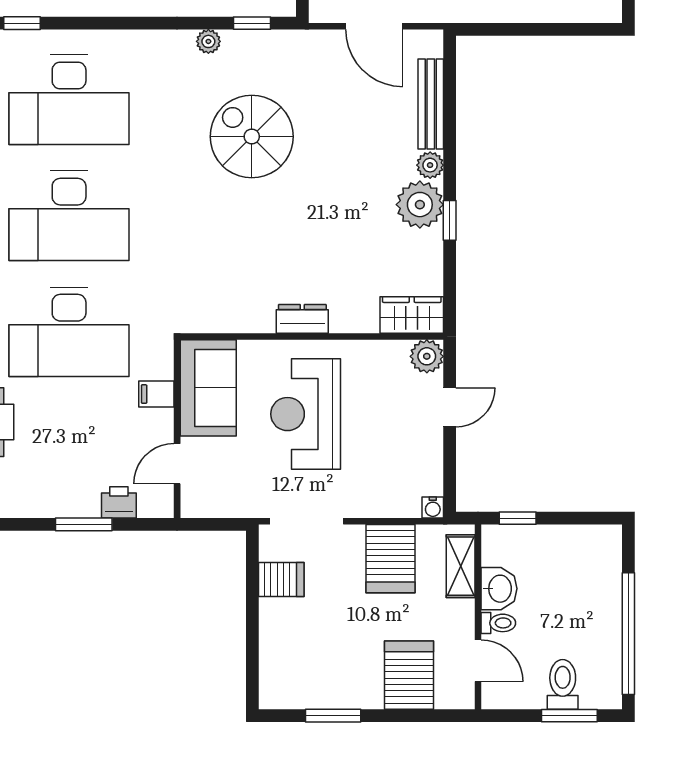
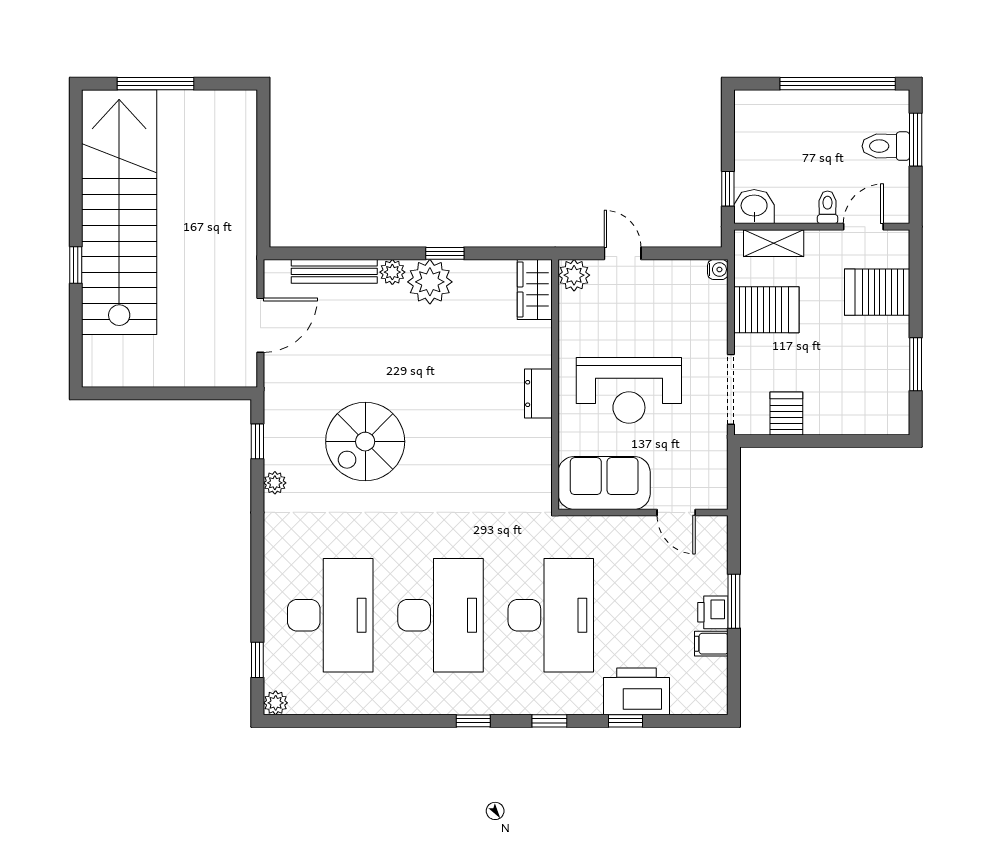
filing cabinet: (156, 394) -> (711, 644), moved, turned 90
printer: (119, 502) -> (713, 612), moved
washbasin: (499, 589) -> (754, 207), moved

